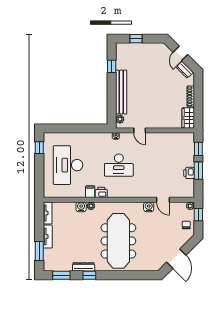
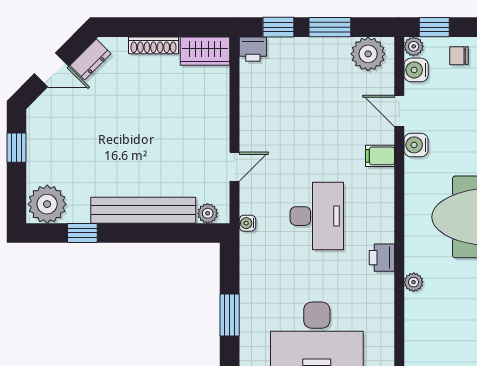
window: (136, 39) -> (16, 148), moved
plant: (124, 52) -> (47, 204), added
window: (77, 128) -> (230, 315), added
printer: (189, 173) -> (253, 49), moved
plant: (187, 187) -> (368, 54), added
filing cabinet: (90, 192) -> (380, 156), moved
door: (163, 200) -> (399, 111), swing flipped
water cooler: (81, 207) -> (416, 70), moved

